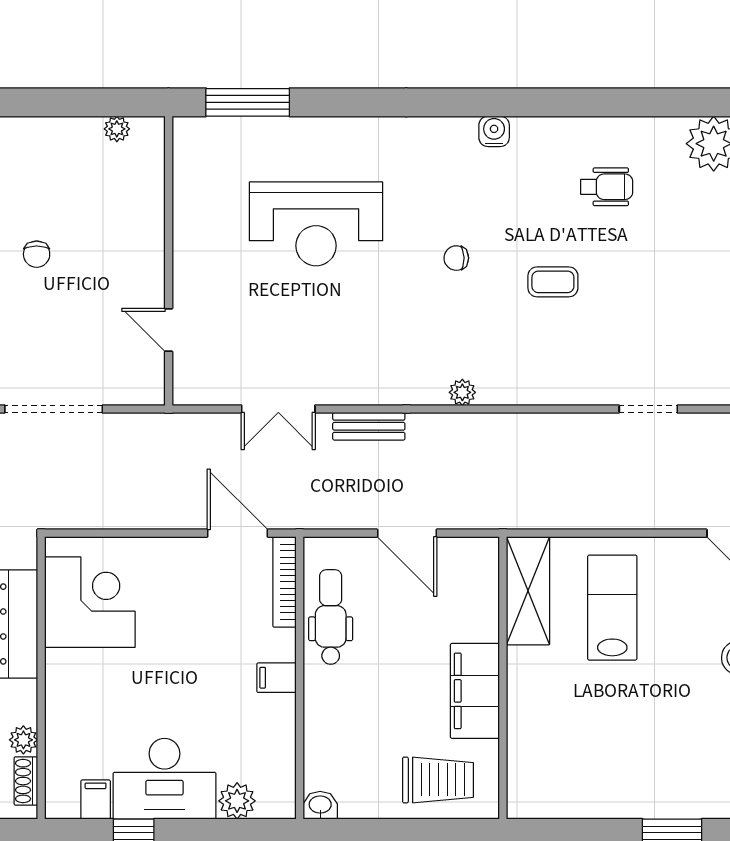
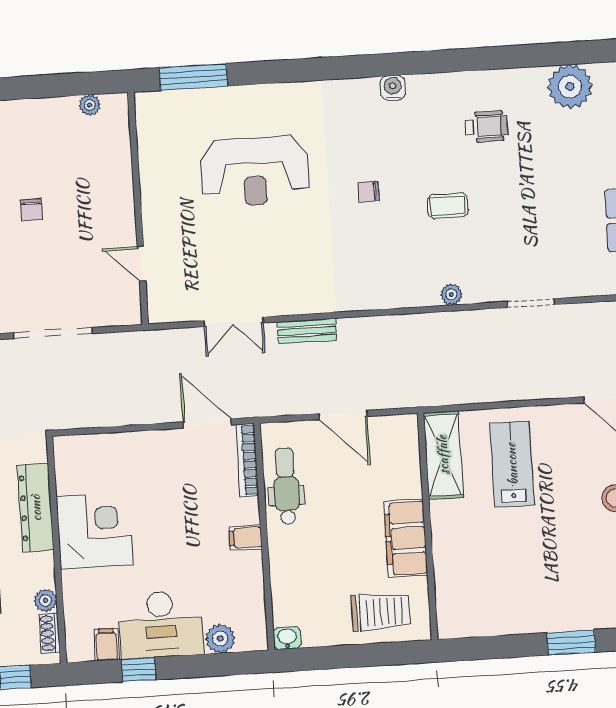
plant: (462, 392) -> (451, 295), moved
corner desk: (90, 602) -> (95, 531), moved

